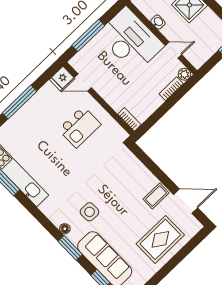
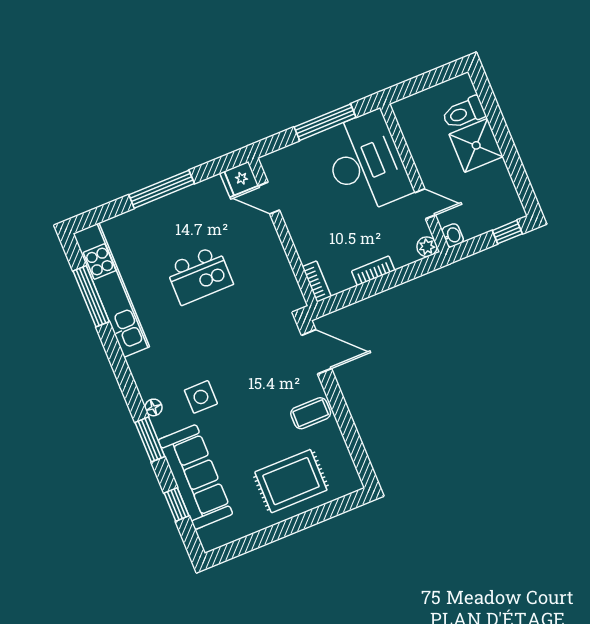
washbasin: (158, 22) -> (453, 235), moved
window: (88, 35) -> (325, 122), moved
bookcase: (171, 89) -> (373, 271), moved
kitchen island: (80, 127) -> (199, 275), moved
door: (186, 201) -> (317, 352), moved

